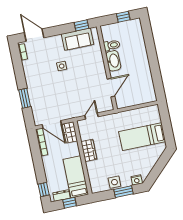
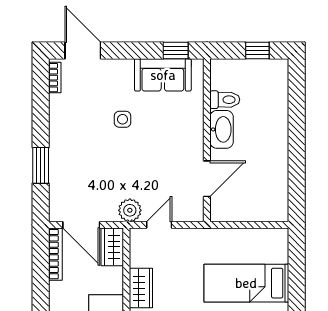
plant: (75, 112) -> (130, 210), added

